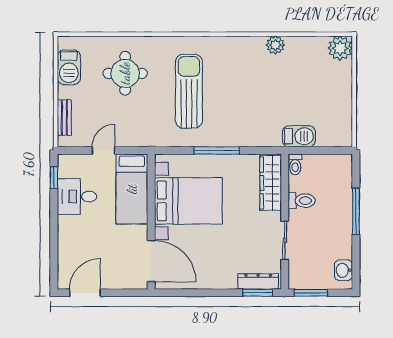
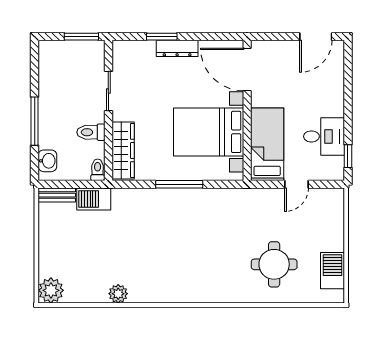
sun lounger: (189, 91) -> (208, 246), removed
bench: (64, 117) -> (57, 195), moved, turned 90
washbasin: (344, 270) -> (47, 161), moved
dresser: (258, 281) -> (177, 48), moved
window: (258, 293) -> (162, 37), moved

